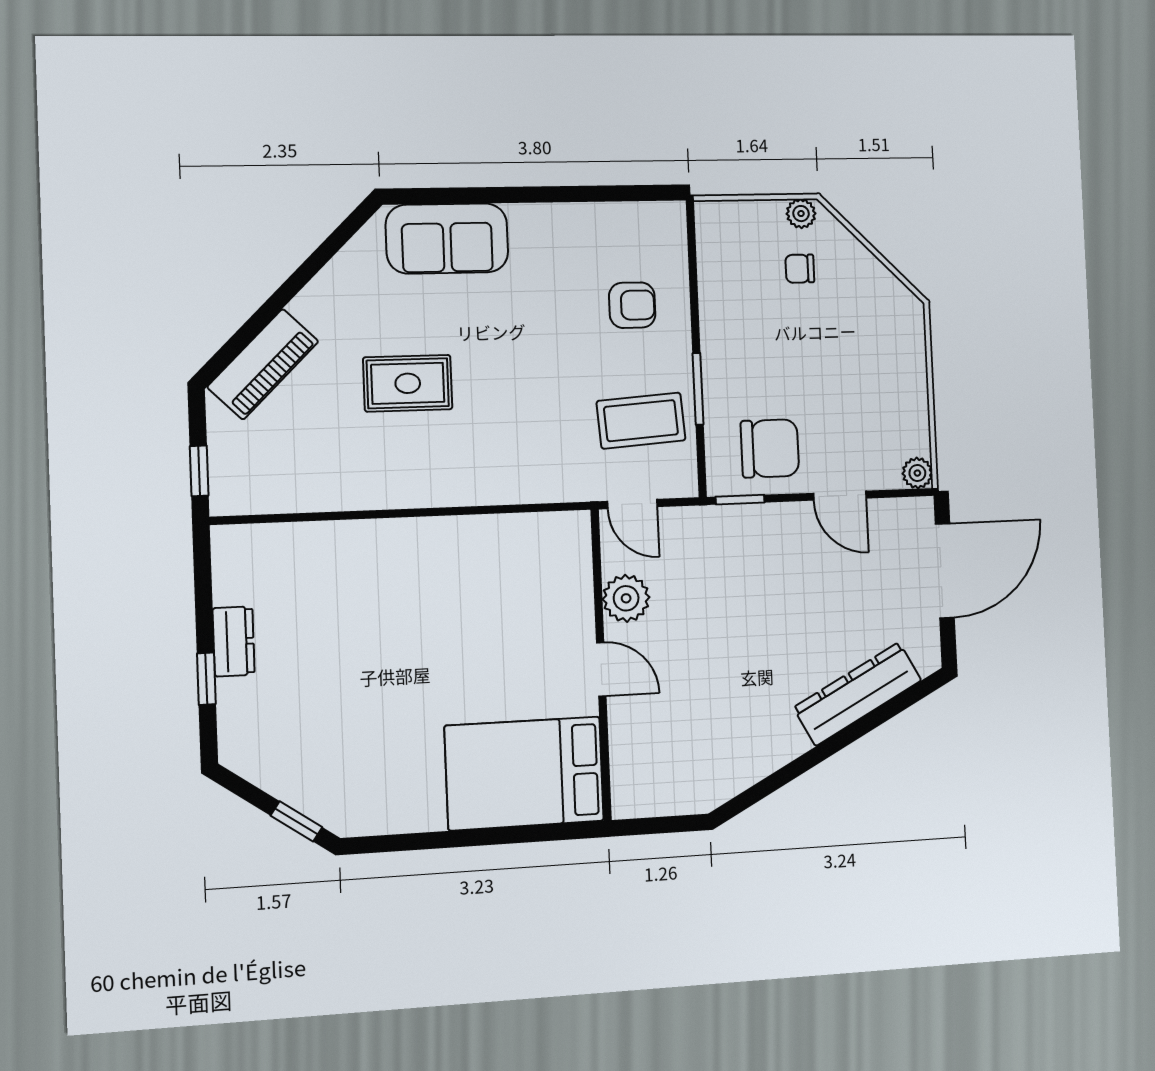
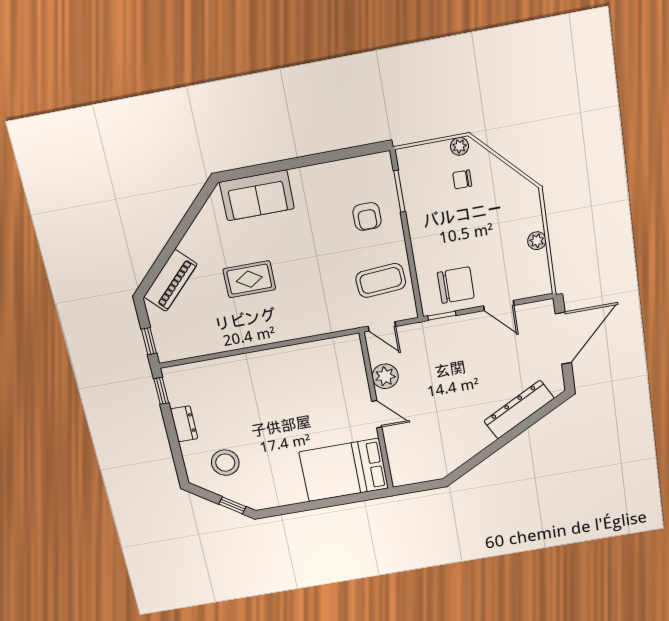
armchair: (632, 305) -> (367, 216), turned 90
window: (698, 389) -> (399, 191), moved
plant: (917, 473) -> (537, 241), moved
window: (206, 679) -> (161, 391), moved
stool: (299, 730) -> (225, 463), added

